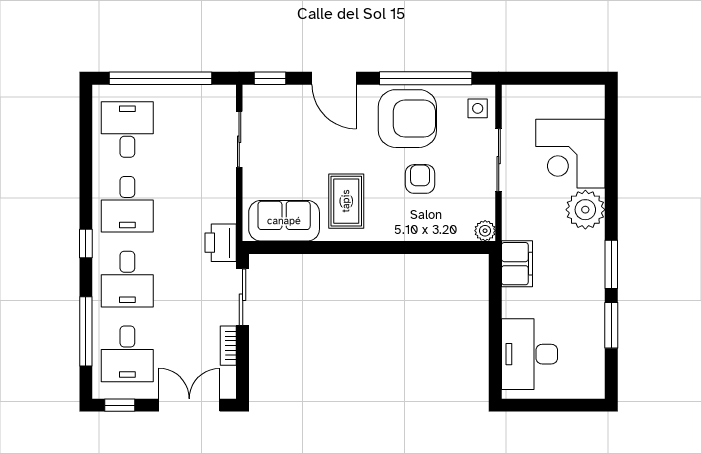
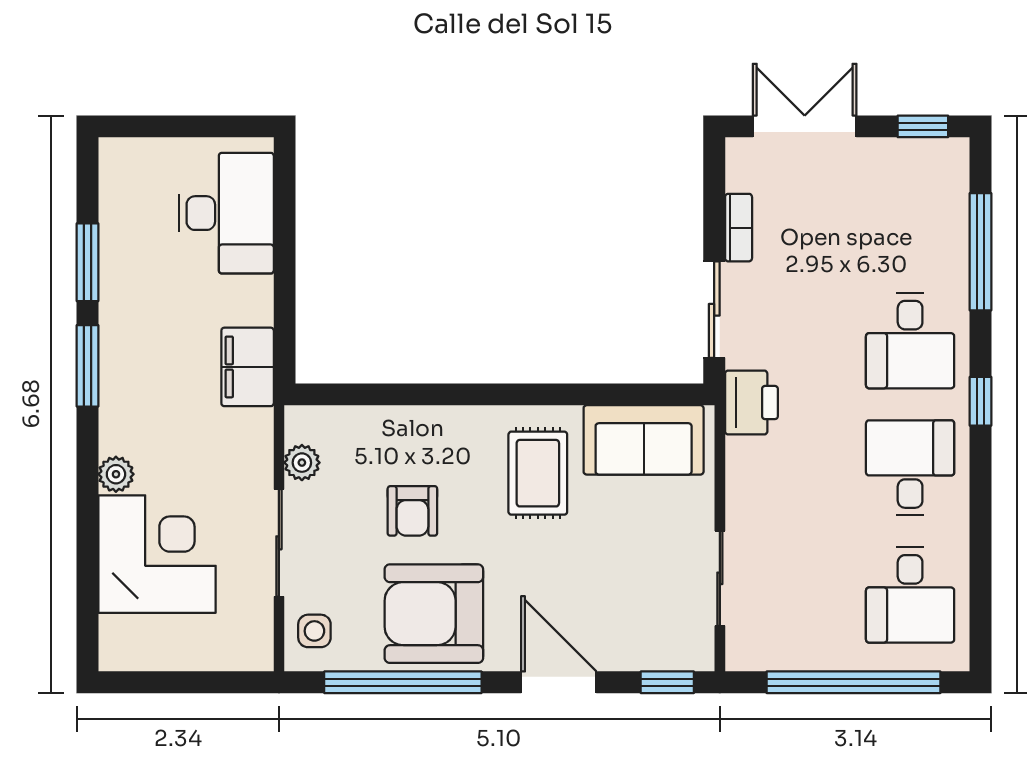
plant: (585, 210) -> (116, 474), width x0.53, depth x0.53
plant: (485, 231) -> (302, 463), moved
desk: (127, 279) -> (910, 341), turned 180
desk: (127, 354) -> (910, 214), removed
double door: (189, 405) -> (805, 126), swing flipped

